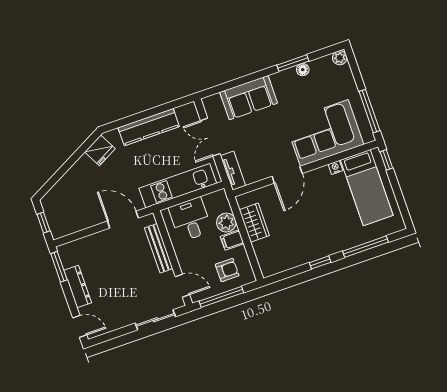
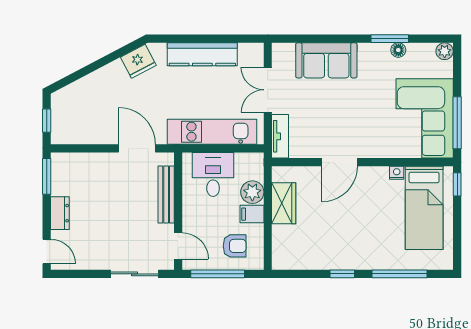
corner sofa: (324, 133) -> (425, 118), moved, turned -90
dresser: (78, 287) -> (60, 213), width x0.70

